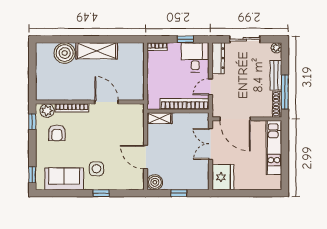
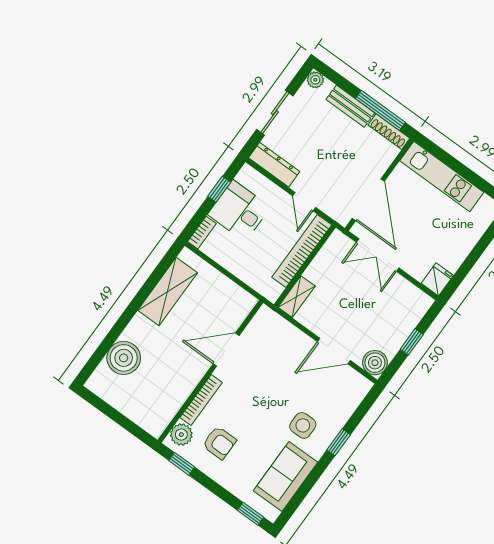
shelving: (97, 51) -> (168, 291), moved
desk: (195, 57) -> (239, 211), moved
door: (235, 119) -> (368, 200), hinge flipped
fridge: (223, 177) -> (437, 279), width x0.53, depth x0.75

